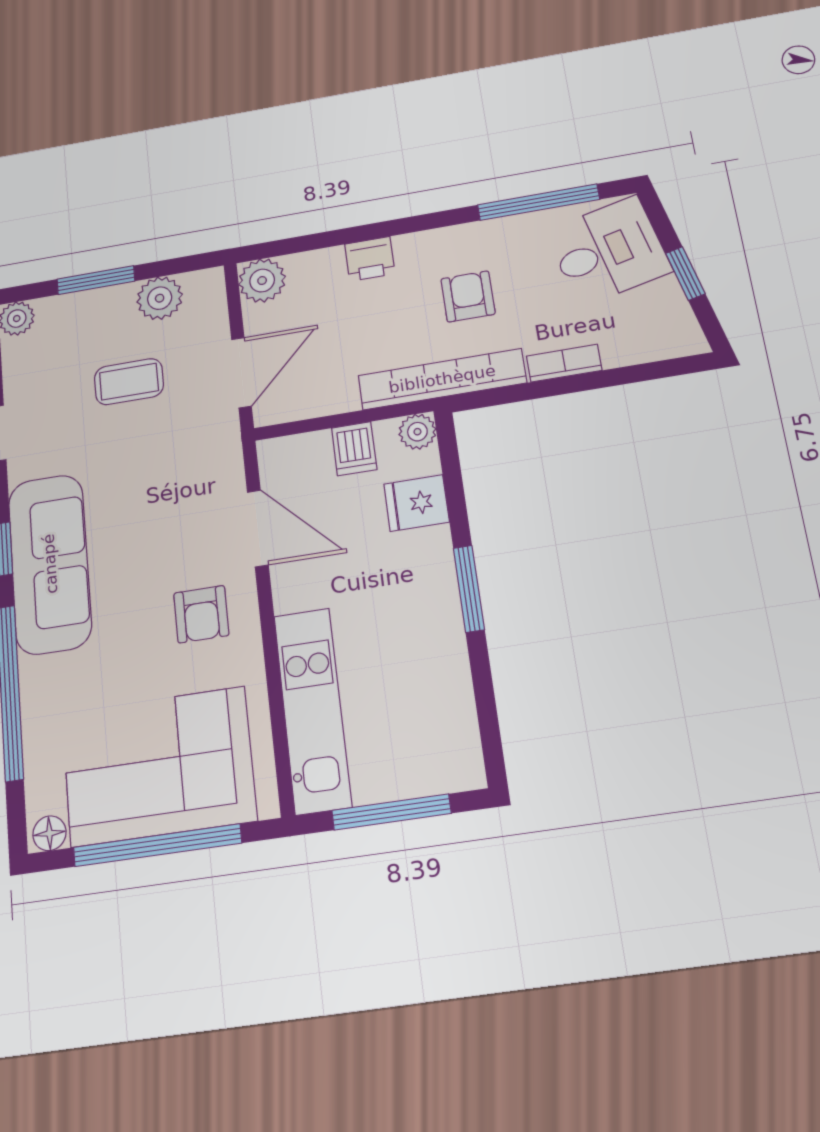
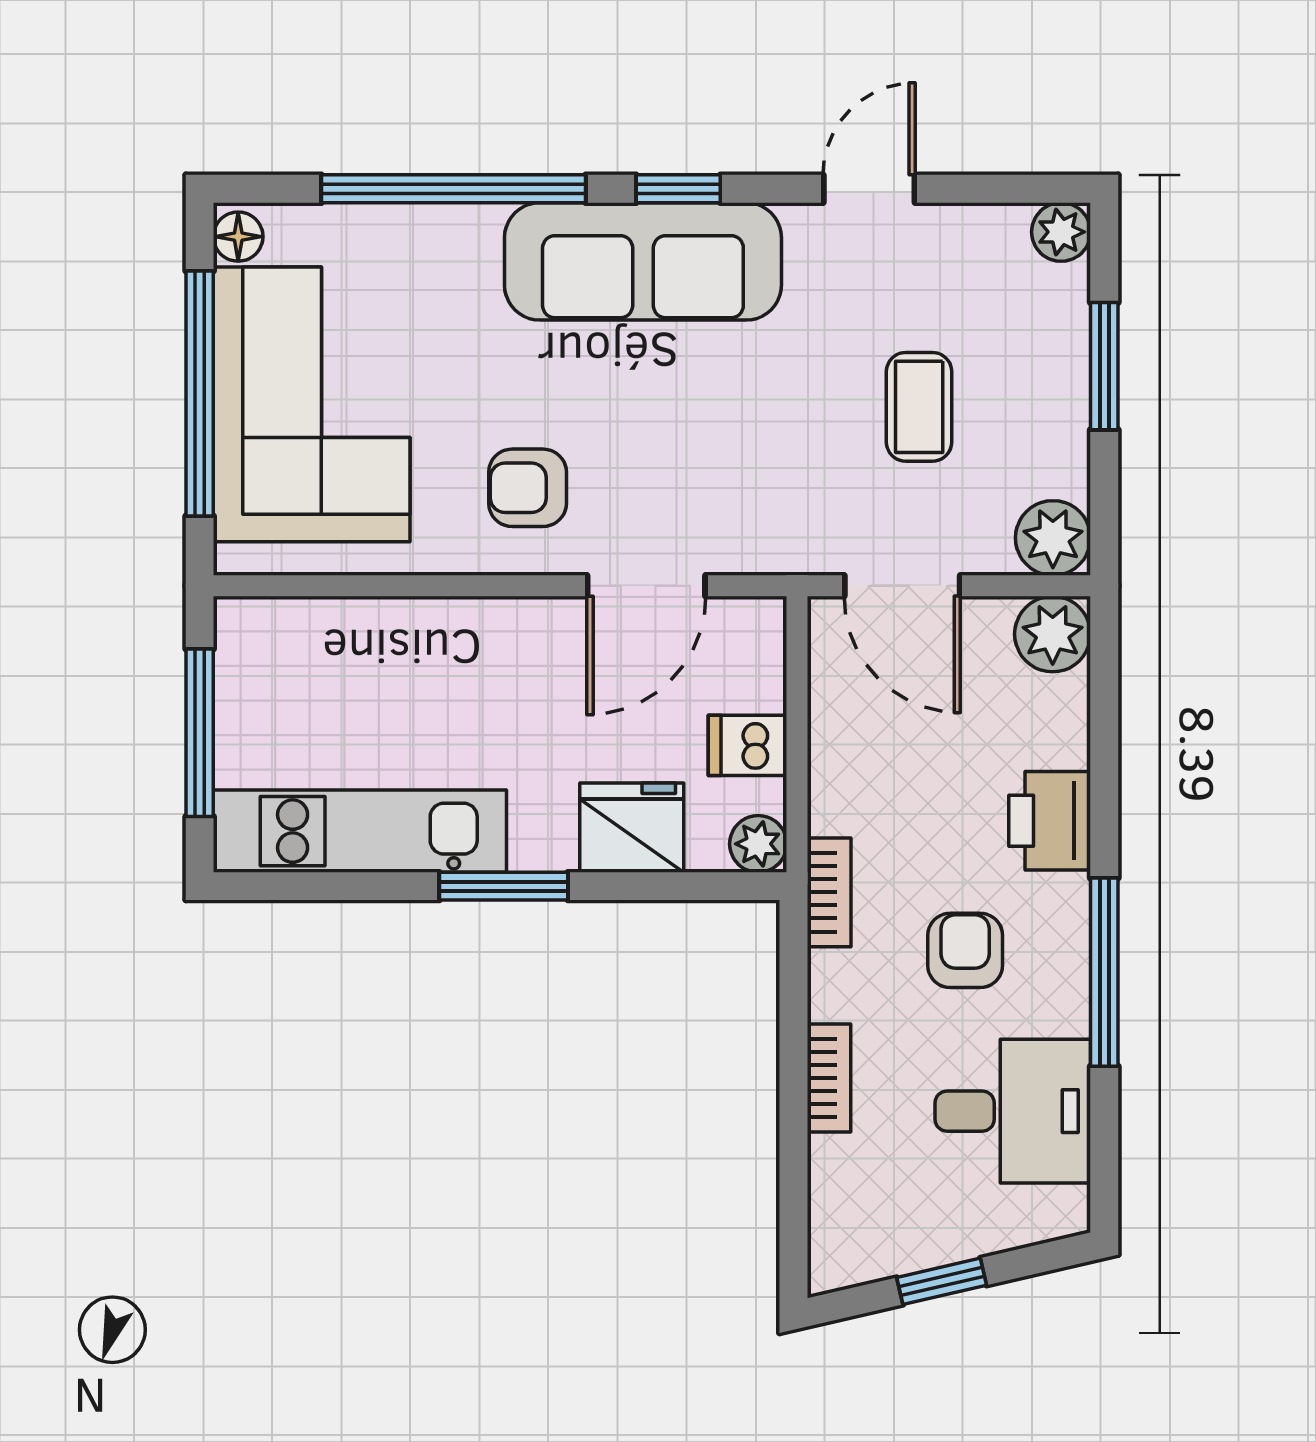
window: (538, 202) -> (1104, 972), moved
desk: (608, 251) -> (1013, 1111), moved, turned -77
printer: (370, 259) -> (1050, 821), width x1.36, depth x1.24
armchair: (468, 296) -> (965, 950), turned -90
plant: (160, 298) -> (1053, 538), moved
bookcase: (442, 379) -> (829, 892), width x0.43, depth x0.76
fridge: (416, 503) -> (632, 828), width x1.38
kitchen unit: (312, 710) -> (360, 831), moved, turned 180

